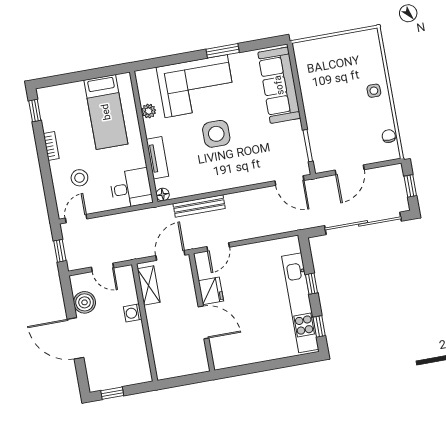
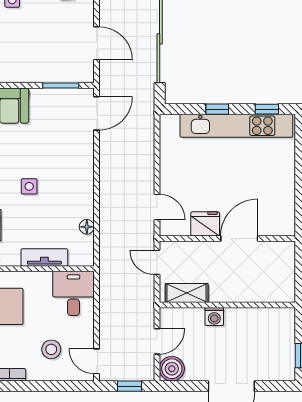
side table: (216, 134) -> (29, 186), width x0.54, depth x0.54
floor lamp: (163, 194) -> (87, 227), moved
bench: (199, 206) -> (107, 220), removed
door: (170, 255) -> (157, 262), width x0.73
boiler: (85, 302) -> (172, 369), moved

